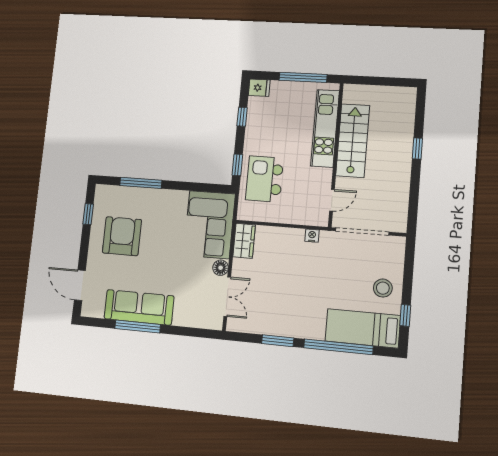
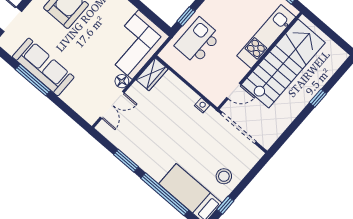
stairs: (353, 141) -> (283, 64), width x1.36, depth x1.51

